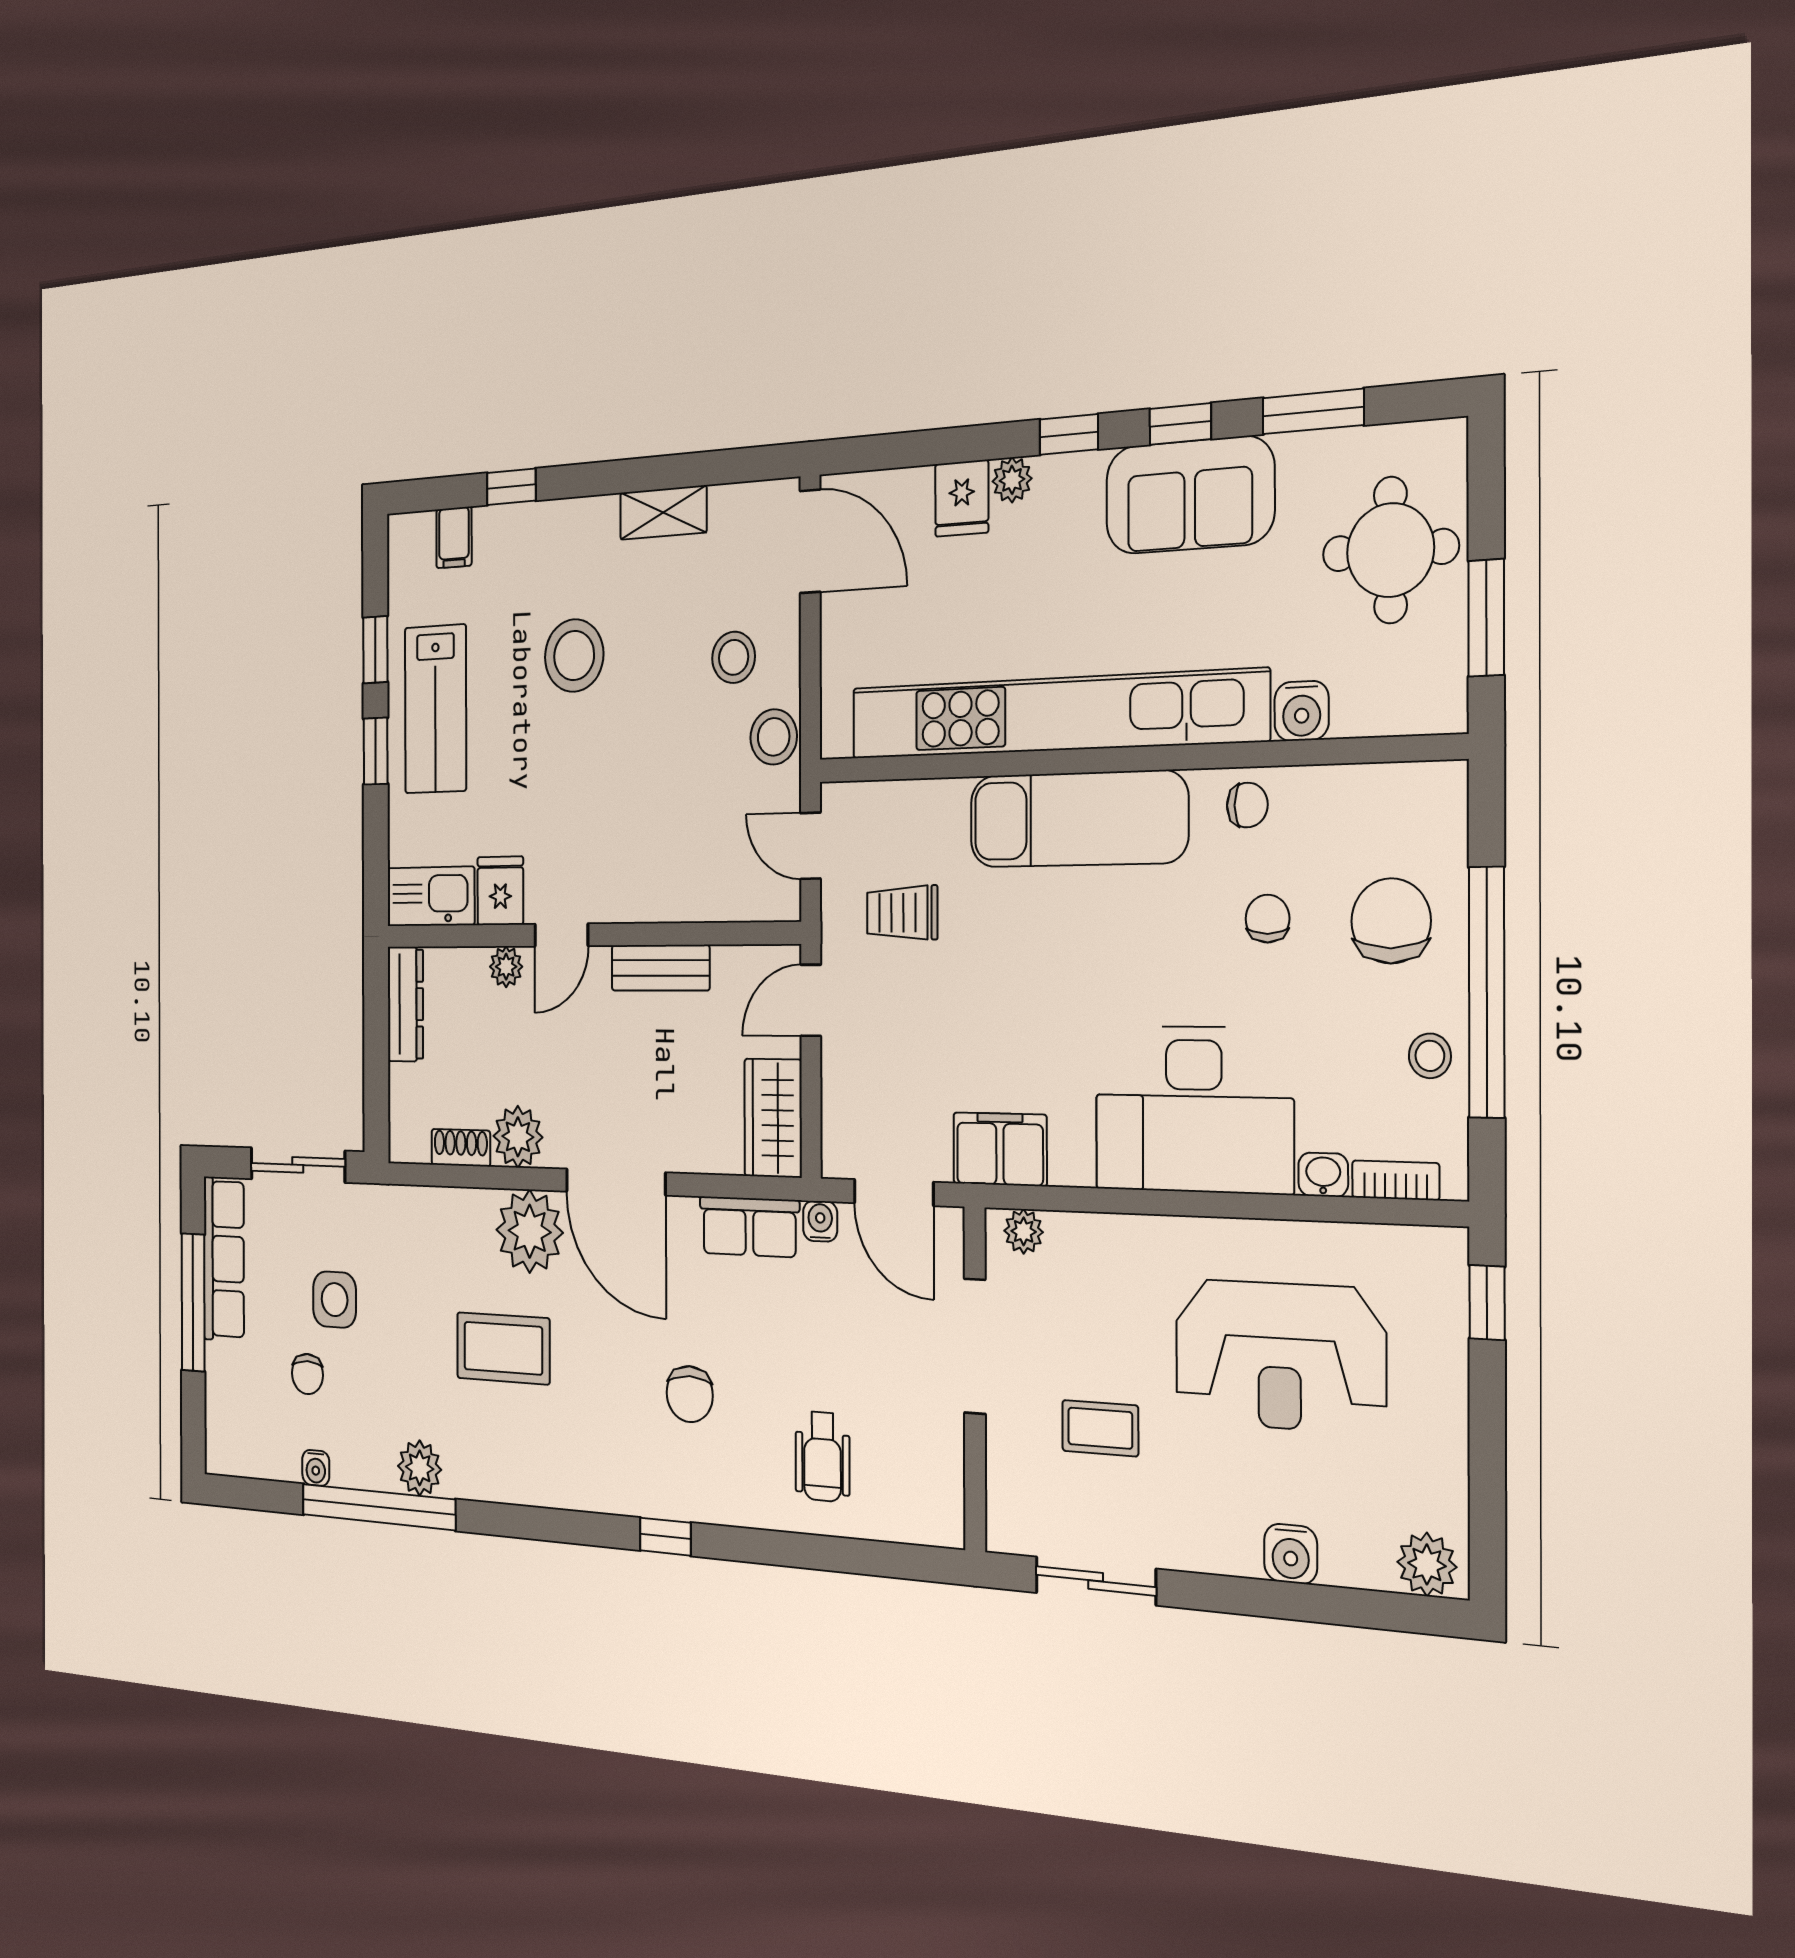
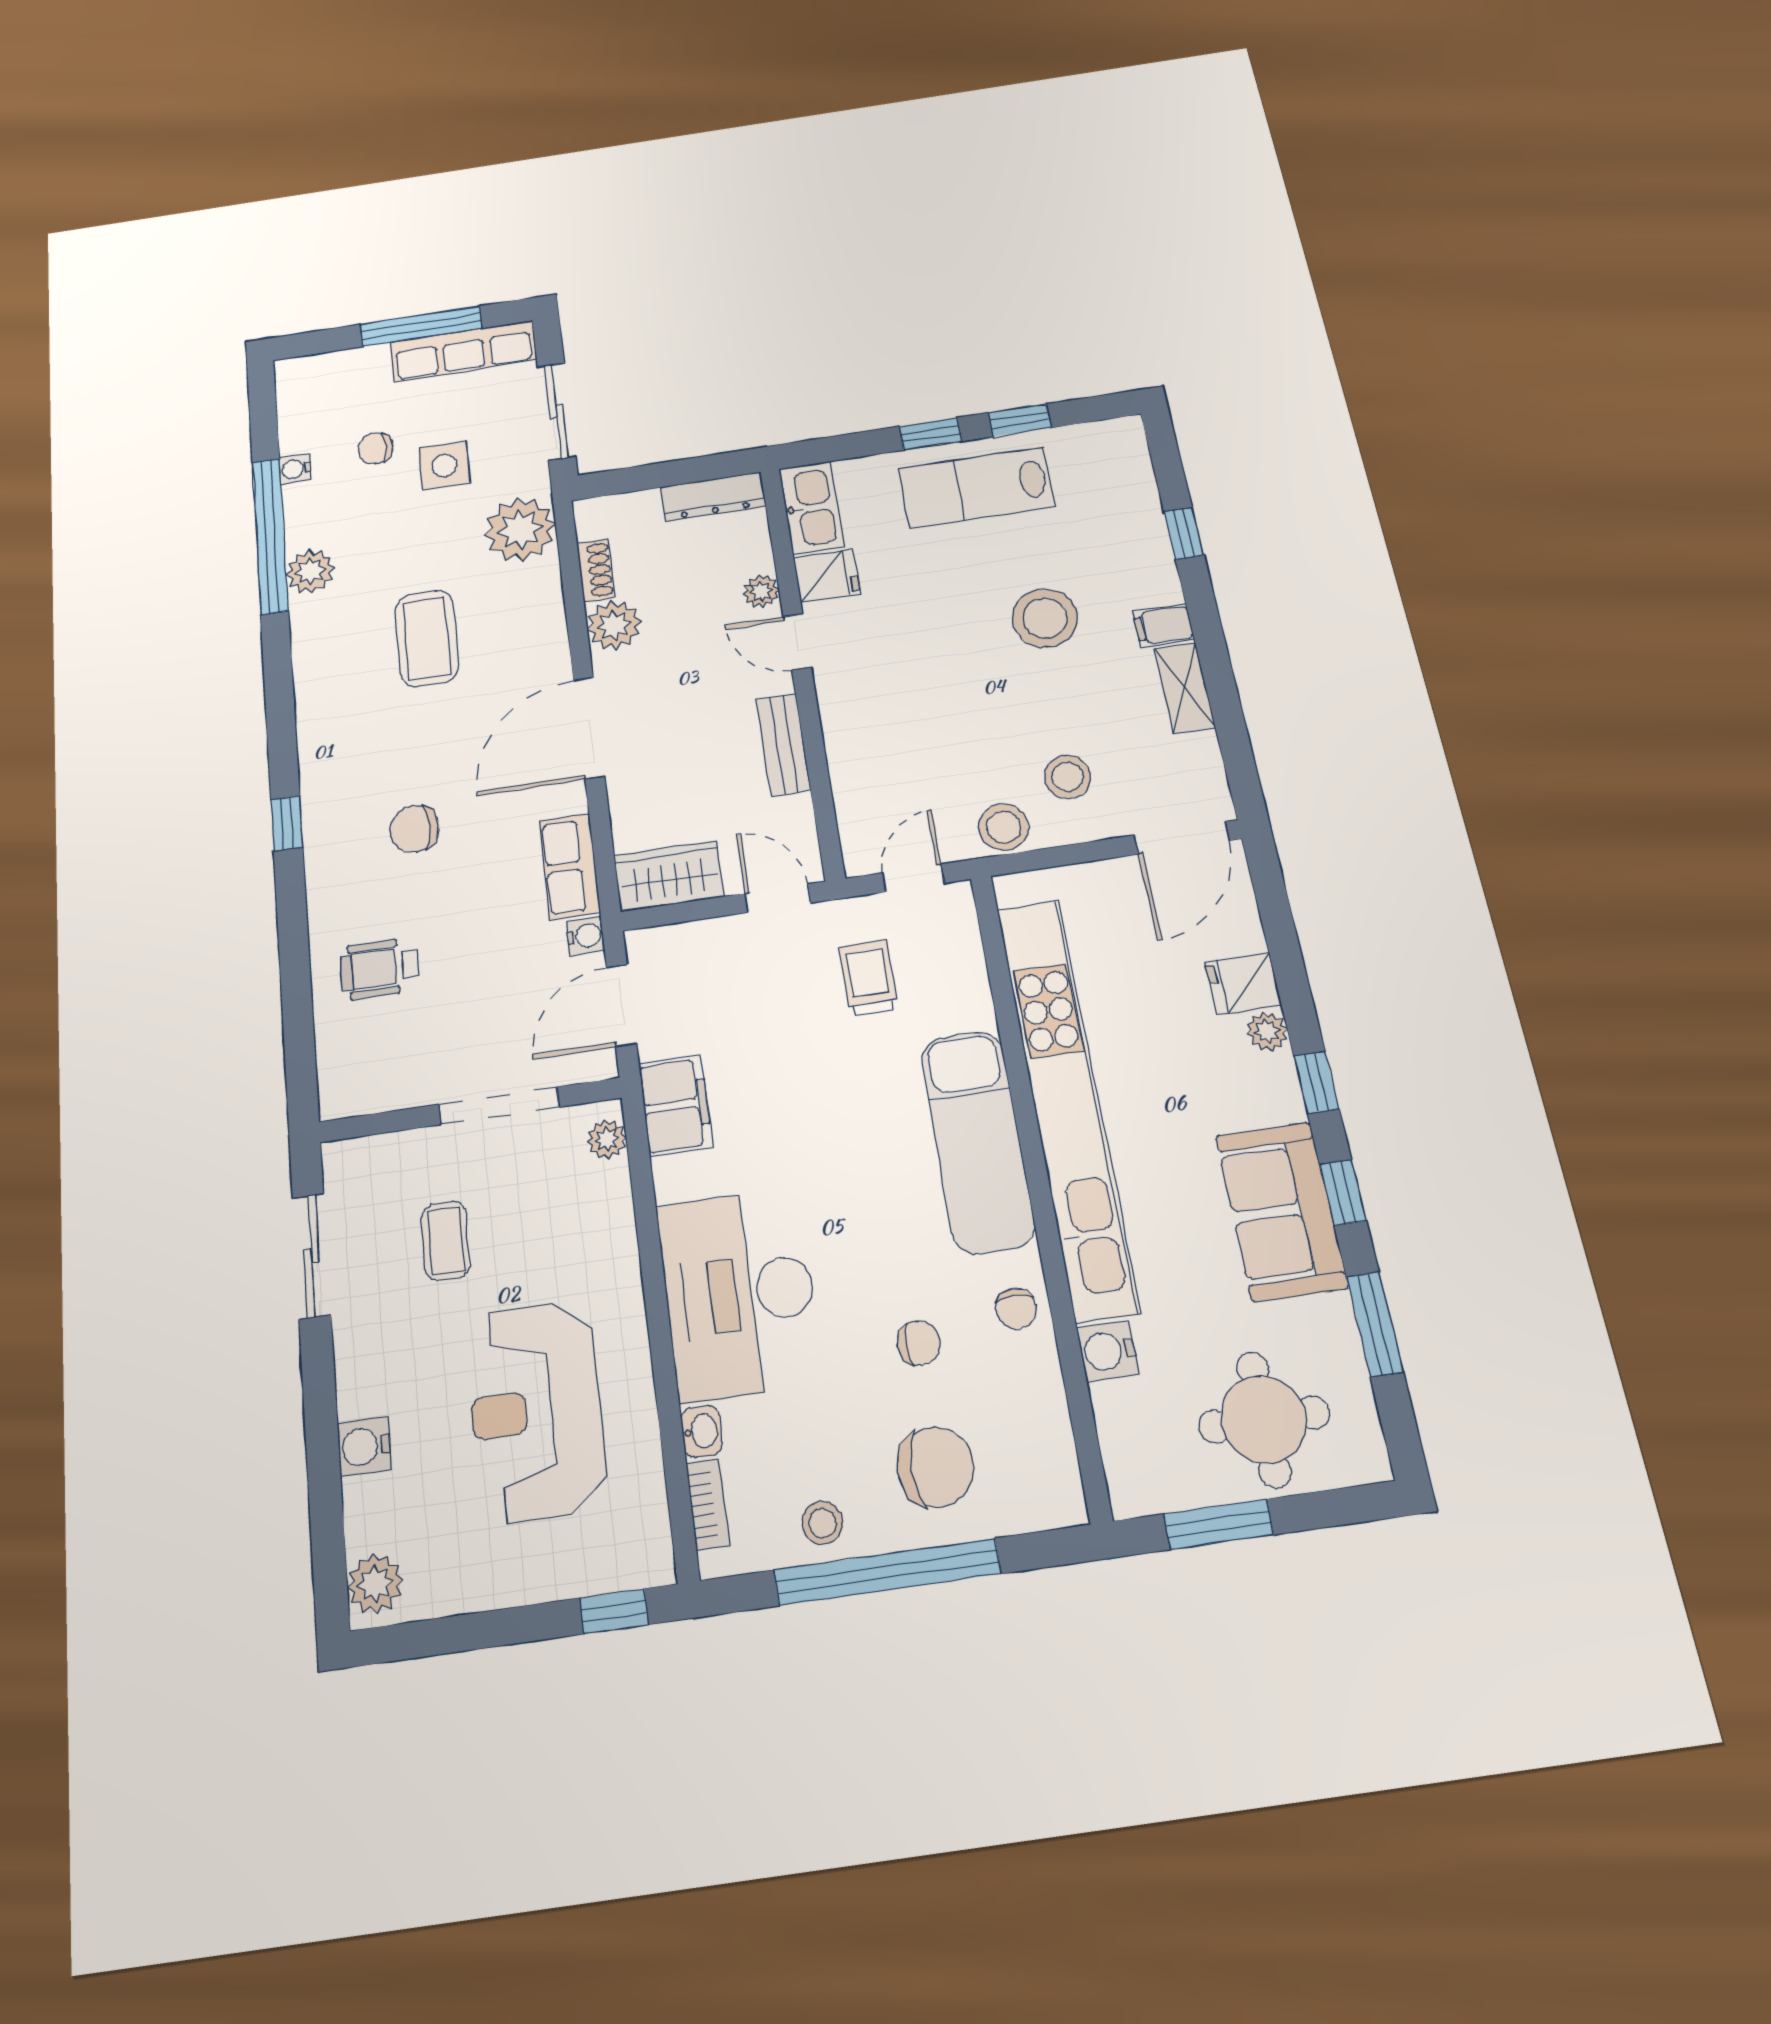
filing cabinet: (454, 537) -> (1164, 625), moved
plant: (530, 1231) -> (520, 530), moved

